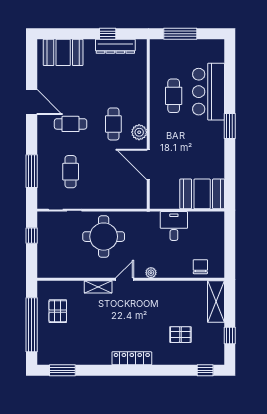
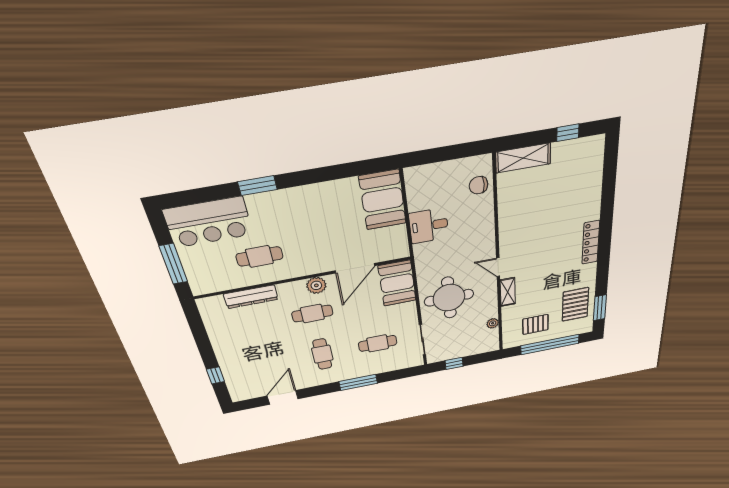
window: (108, 34) -> (215, 375), moved
dresser: (115, 46) -> (251, 297), moved, turned 90
booth: (63, 52) -> (397, 283), moved
bar counter: (208, 92) -> (209, 222), moved
door: (32, 102) -> (283, 397), moved
window: (230, 126) -> (257, 186), moved
window: (32, 171) -> (358, 382), moved
plant: (151, 273) -> (493, 323), moved
pallet: (180, 335) -> (575, 304), moved, width x1.50, depth x1.42
window: (205, 370) -> (611, 156), removed

